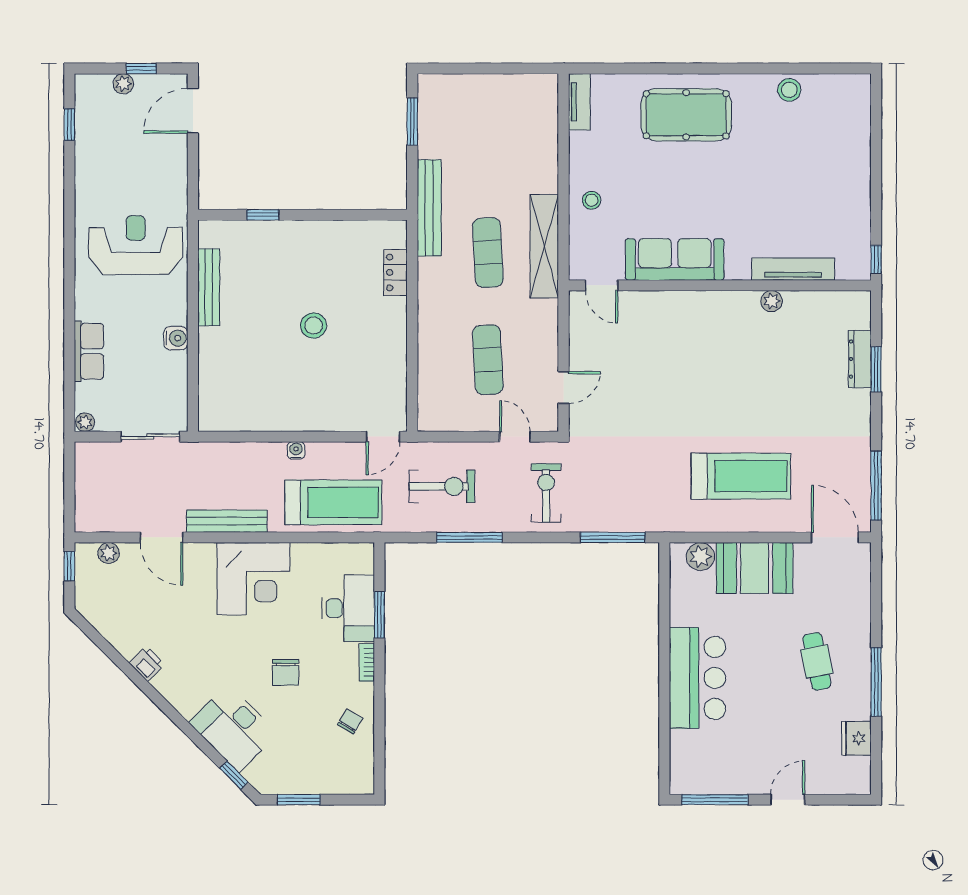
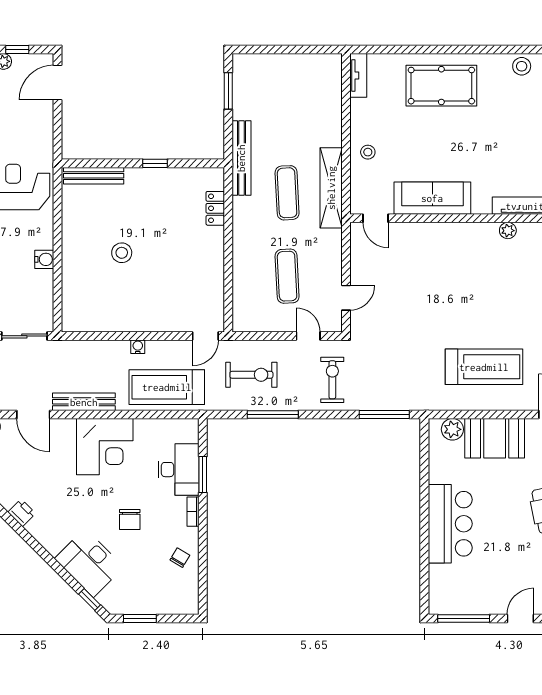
window: (263, 215) -> (155, 163), moved
bench: (209, 287) -> (94, 176), moved, turned 90
stool: (314, 325) -> (122, 253), moved
treadmill: (333, 502) -> (167, 387), turned 180

